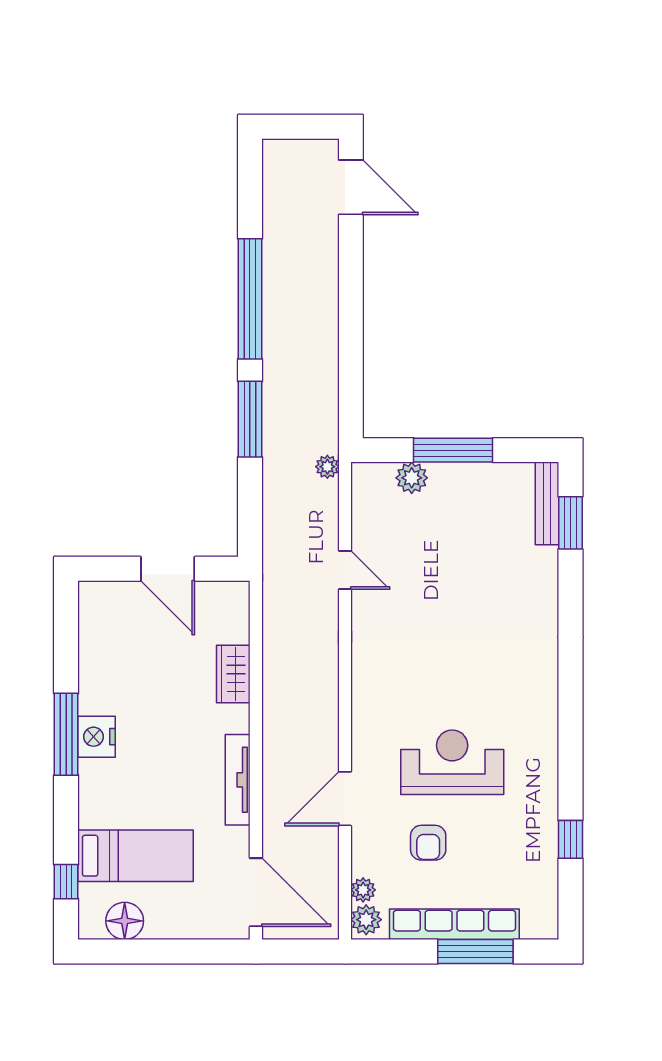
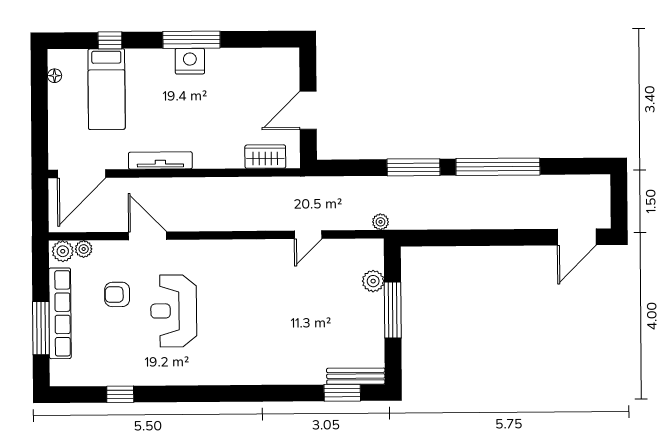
wardrobe: (233, 674) -> (265, 157), moved
reception desk: (452, 762) -> (174, 311), turned 180
window: (66, 882) -> (110, 40), moved
floor lamp: (125, 921) -> (55, 76), width x0.53, depth x0.53

